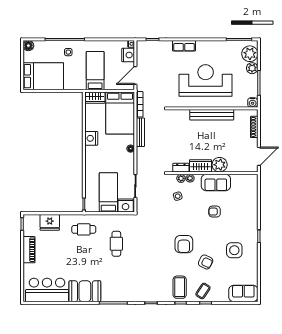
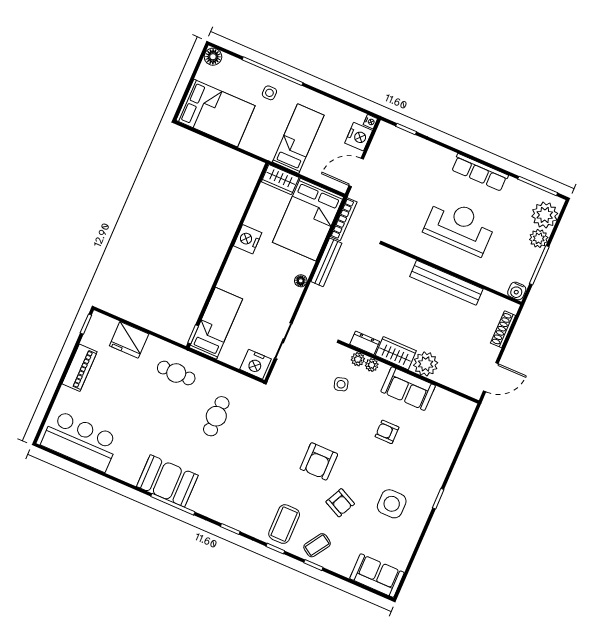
row of seats: (184, 46) -> (480, 172), moved, width x1.48
reception desk: (206, 80) -> (460, 226), width x0.74, depth x0.77
bed: (108, 192) -> (216, 323), moved
booth: (85, 291) -> (167, 481), moved

